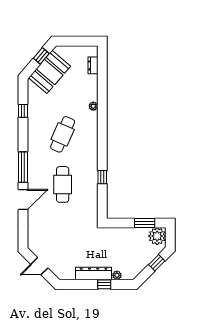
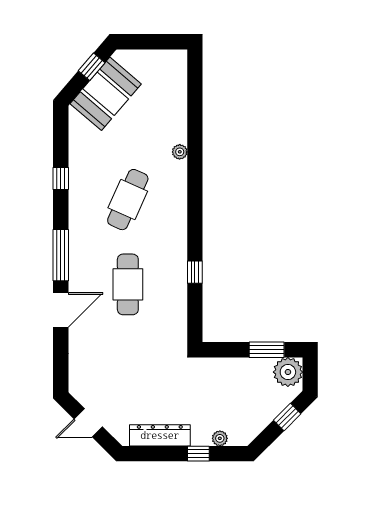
dresser: (93, 65) -> (179, 83), removed
window: (23, 111) -> (61, 178), moved
dresser: (94, 274) -> (160, 435), moved

